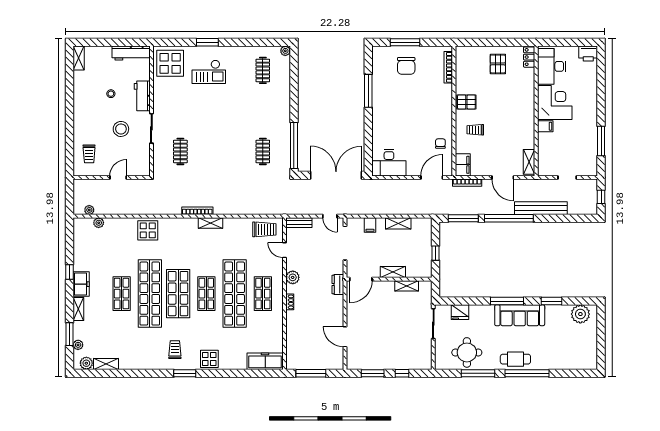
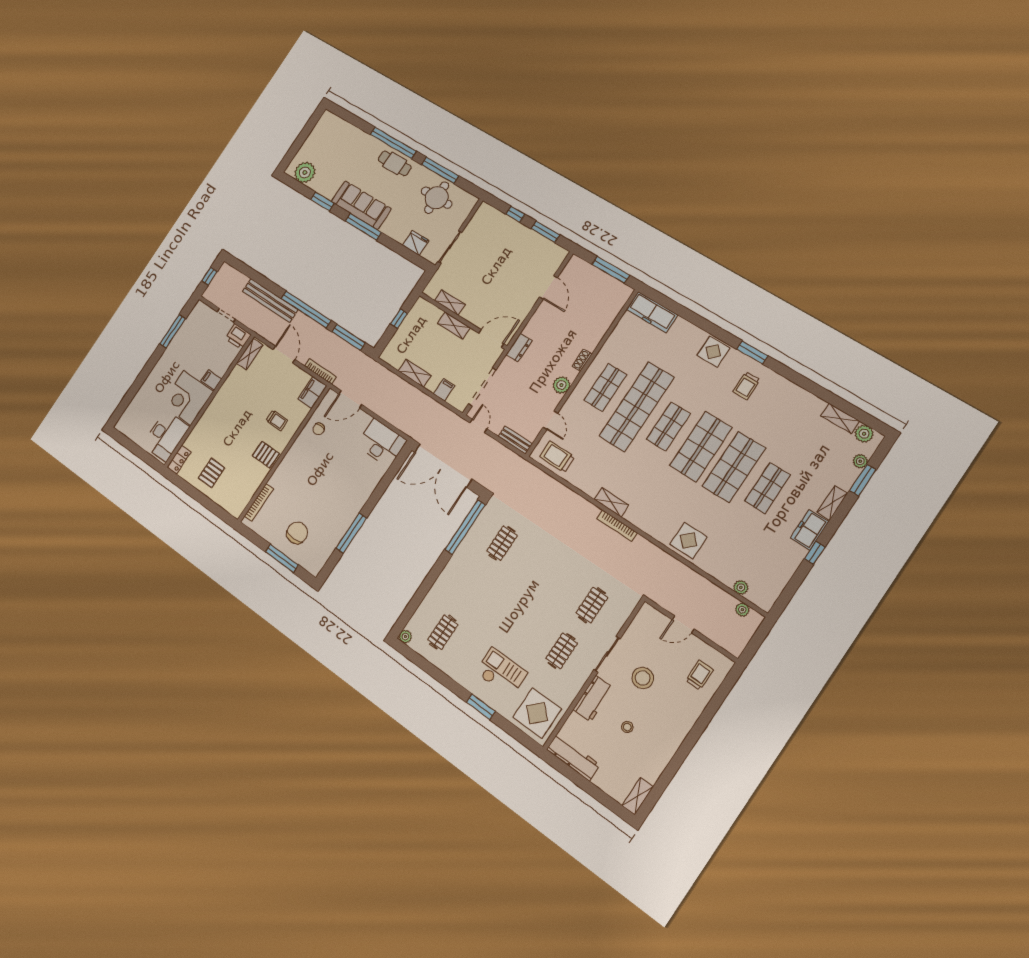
printer: (588, 54) -> (238, 337), moved, turned 180
clothes rail: (180, 111) -> (561, 651), added
shop shelf: (150, 294) -> (734, 467), width x0.71

